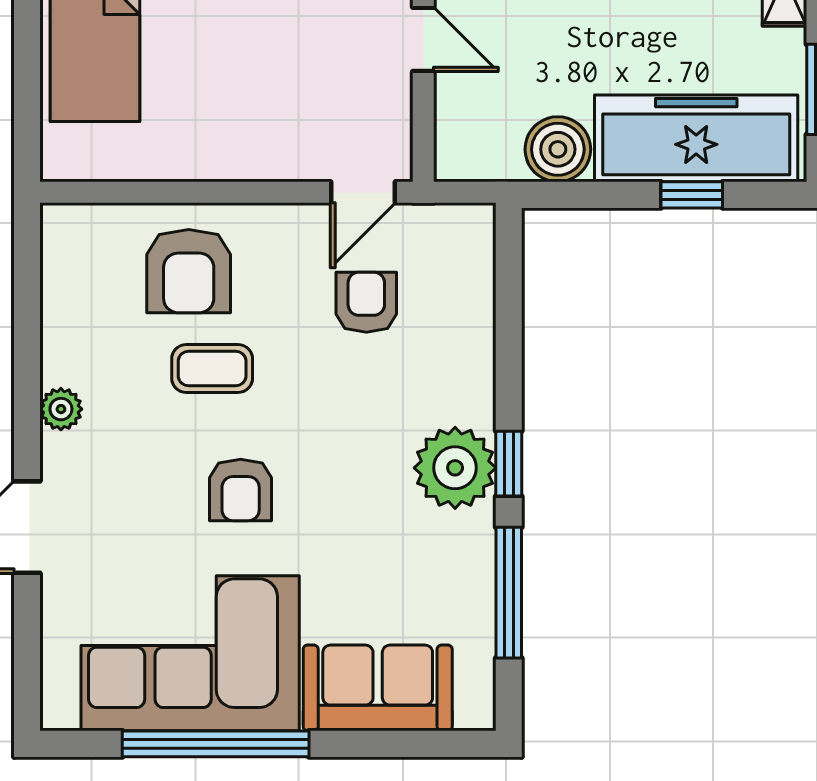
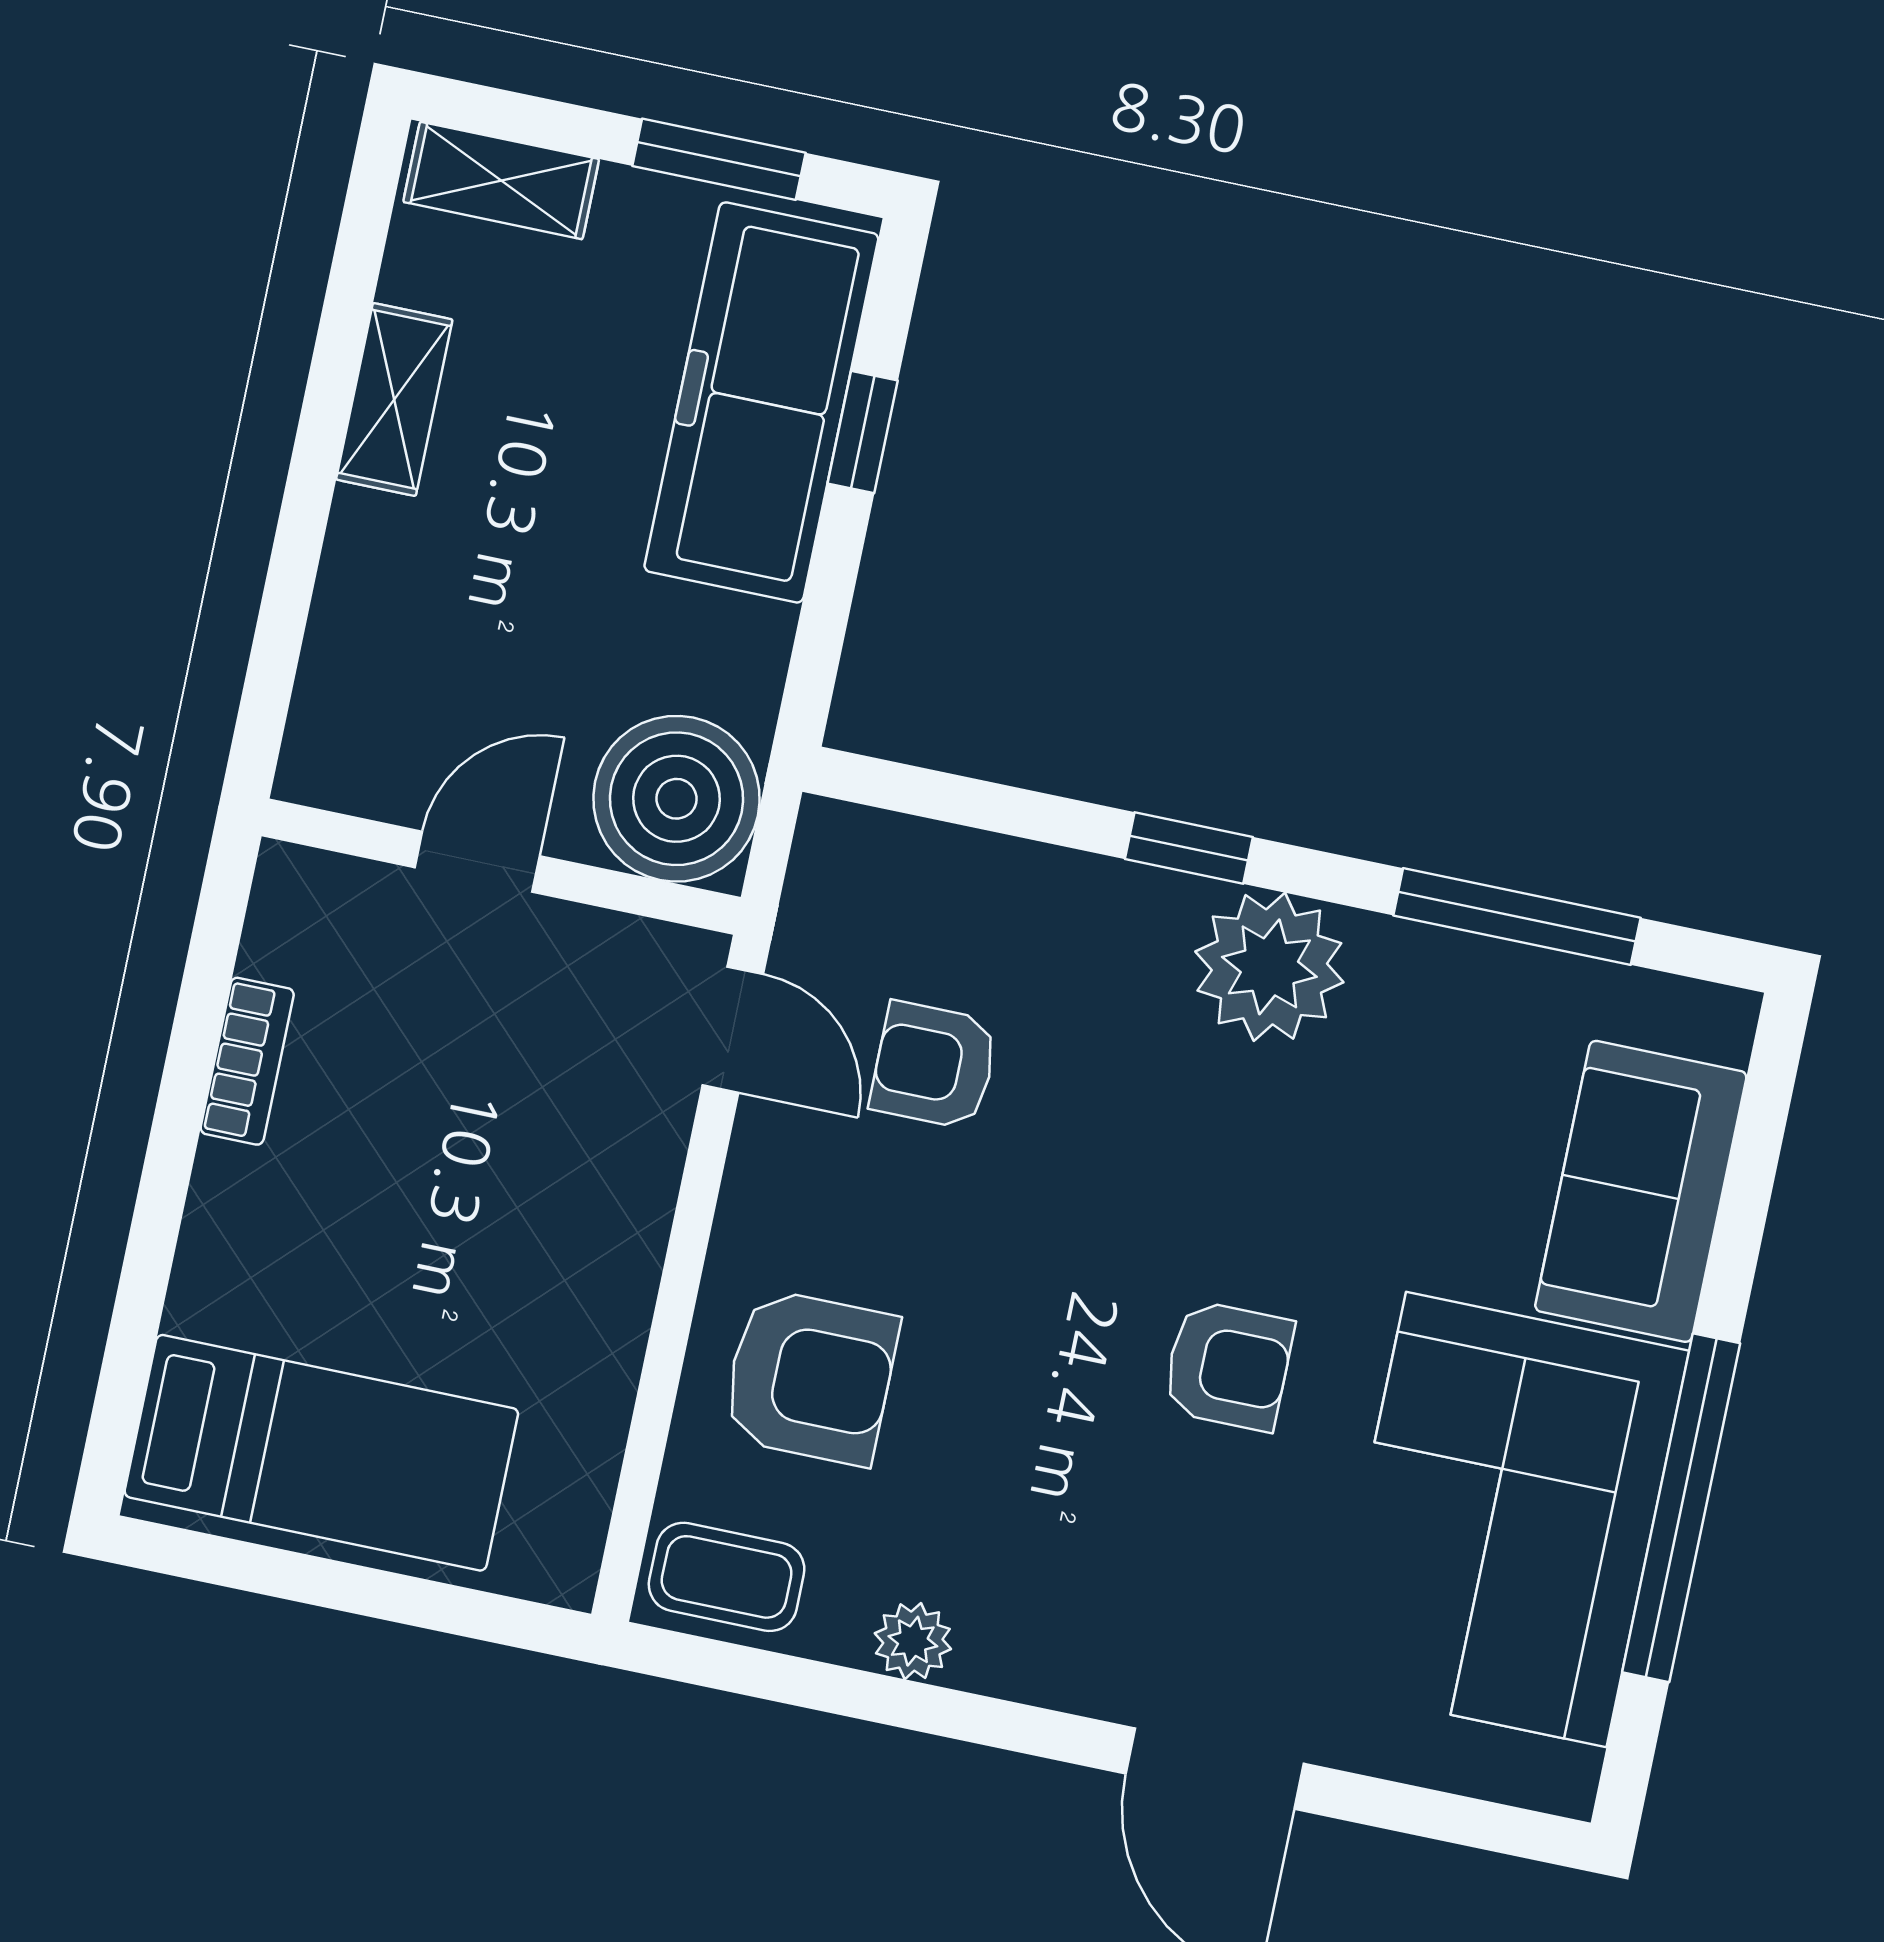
boiler: (558, 149) -> (676, 799), moved, width x1.37, depth x1.37
coffee table: (212, 369) -> (727, 1577), moved, turned 90
plant: (61, 409) -> (913, 1641), moved
window: (509, 464) -> (1189, 848), moved

